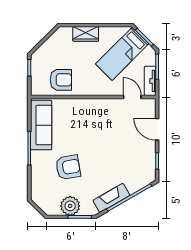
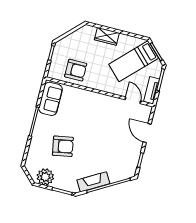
sofa: (41, 125) -> (50, 99), width x0.73
plant: (70, 206) -> (45, 177), moved

